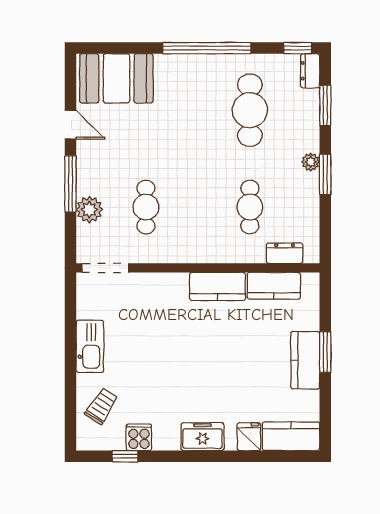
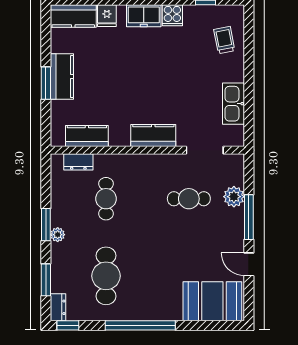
cafe table: (146, 207) -> (189, 199), turned 90
doorway: (105, 268) -> (205, 150), moved
kitchen counter: (217, 286) -> (153, 135), moved
kitchen sink: (90, 346) -> (234, 104), moved
trolley: (101, 406) -> (224, 40), turned 136
cooker: (139, 437) -> (172, 15), moved

